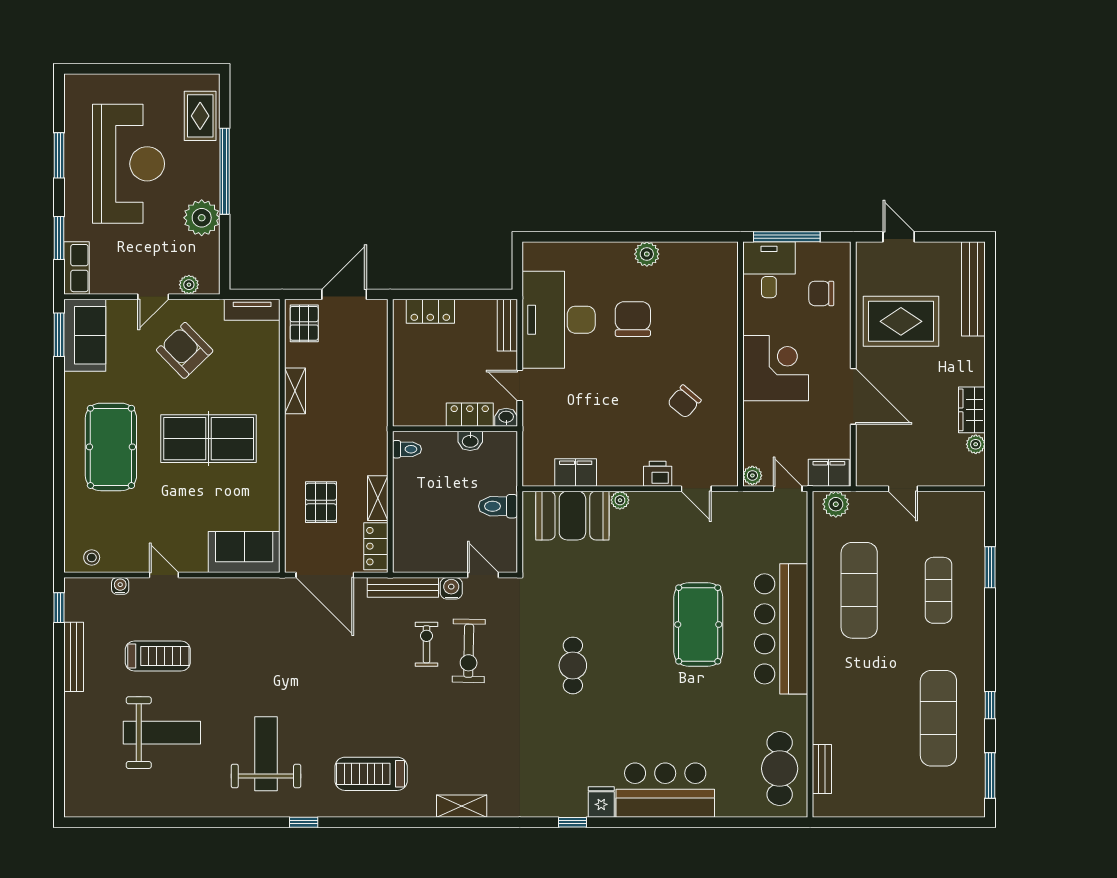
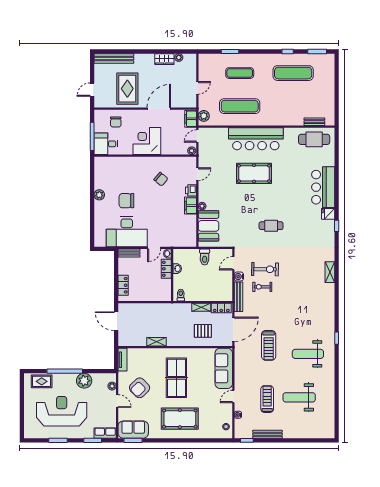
pallet: (304, 323) -> (128, 338), removed
filing cabinet: (576, 472) -> (190, 206), moved
sofa: (244, 552) -> (224, 368), width x1.36
weight bench: (162, 733) -> (299, 397), turned -90
treadmill: (371, 774) -> (269, 345), moved

